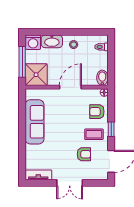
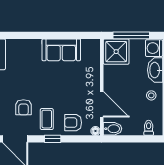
door: (70, 87) -> (102, 104), moved
armchair: (97, 112) -> (73, 123), turned -90
sofa: (34, 122) -> (61, 50), width x0.73

